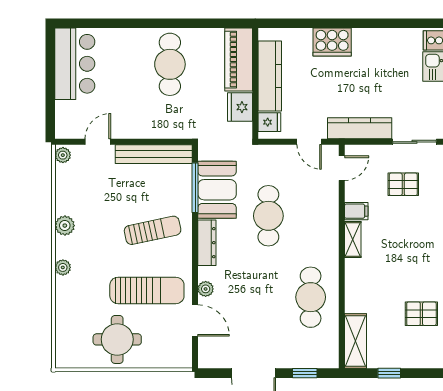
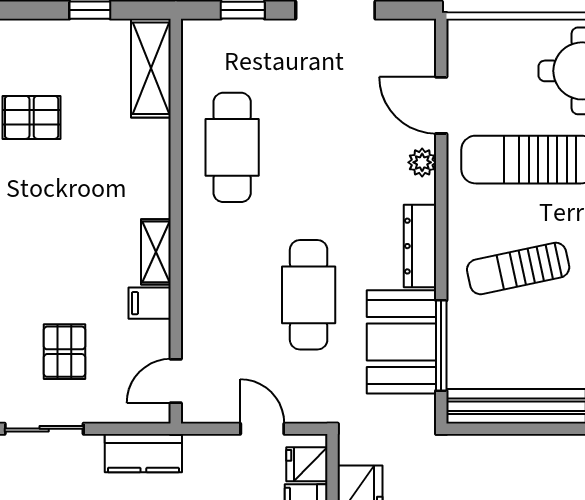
kitchen counter: (360, 128) -> (143, 453), width x0.67
door: (309, 142) -> (262, 429), moved
pallet: (403, 184) -> (64, 352), turned 90

